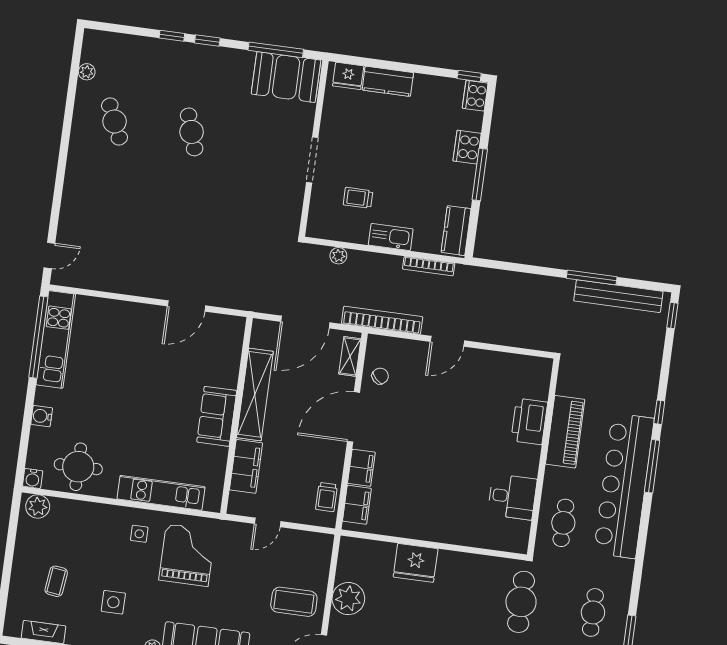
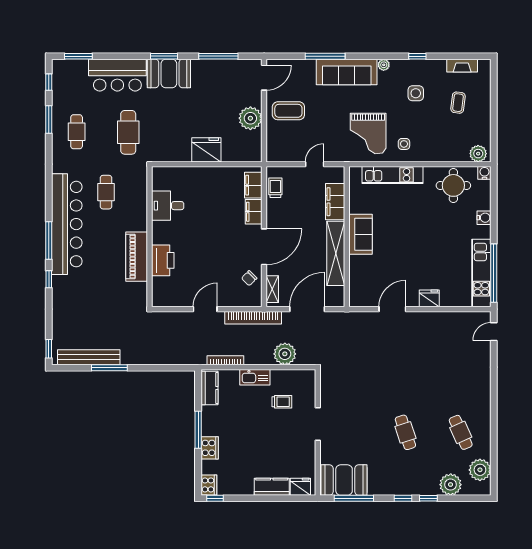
plant: (139, 51) -> (451, 485), added
plant: (87, 72) -> (480, 470), width x1.88, depth x1.88
plant: (338, 256) -> (285, 354), width x1.88, depth x1.88
fridge: (133, 314) -> (429, 298), added
printer: (529, 421) -> (163, 260), moved
piano: (565, 432) -> (137, 257), moved
wall: (543, 457) -> (150, 237), moved
desk: (512, 497) -> (168, 206), moved

